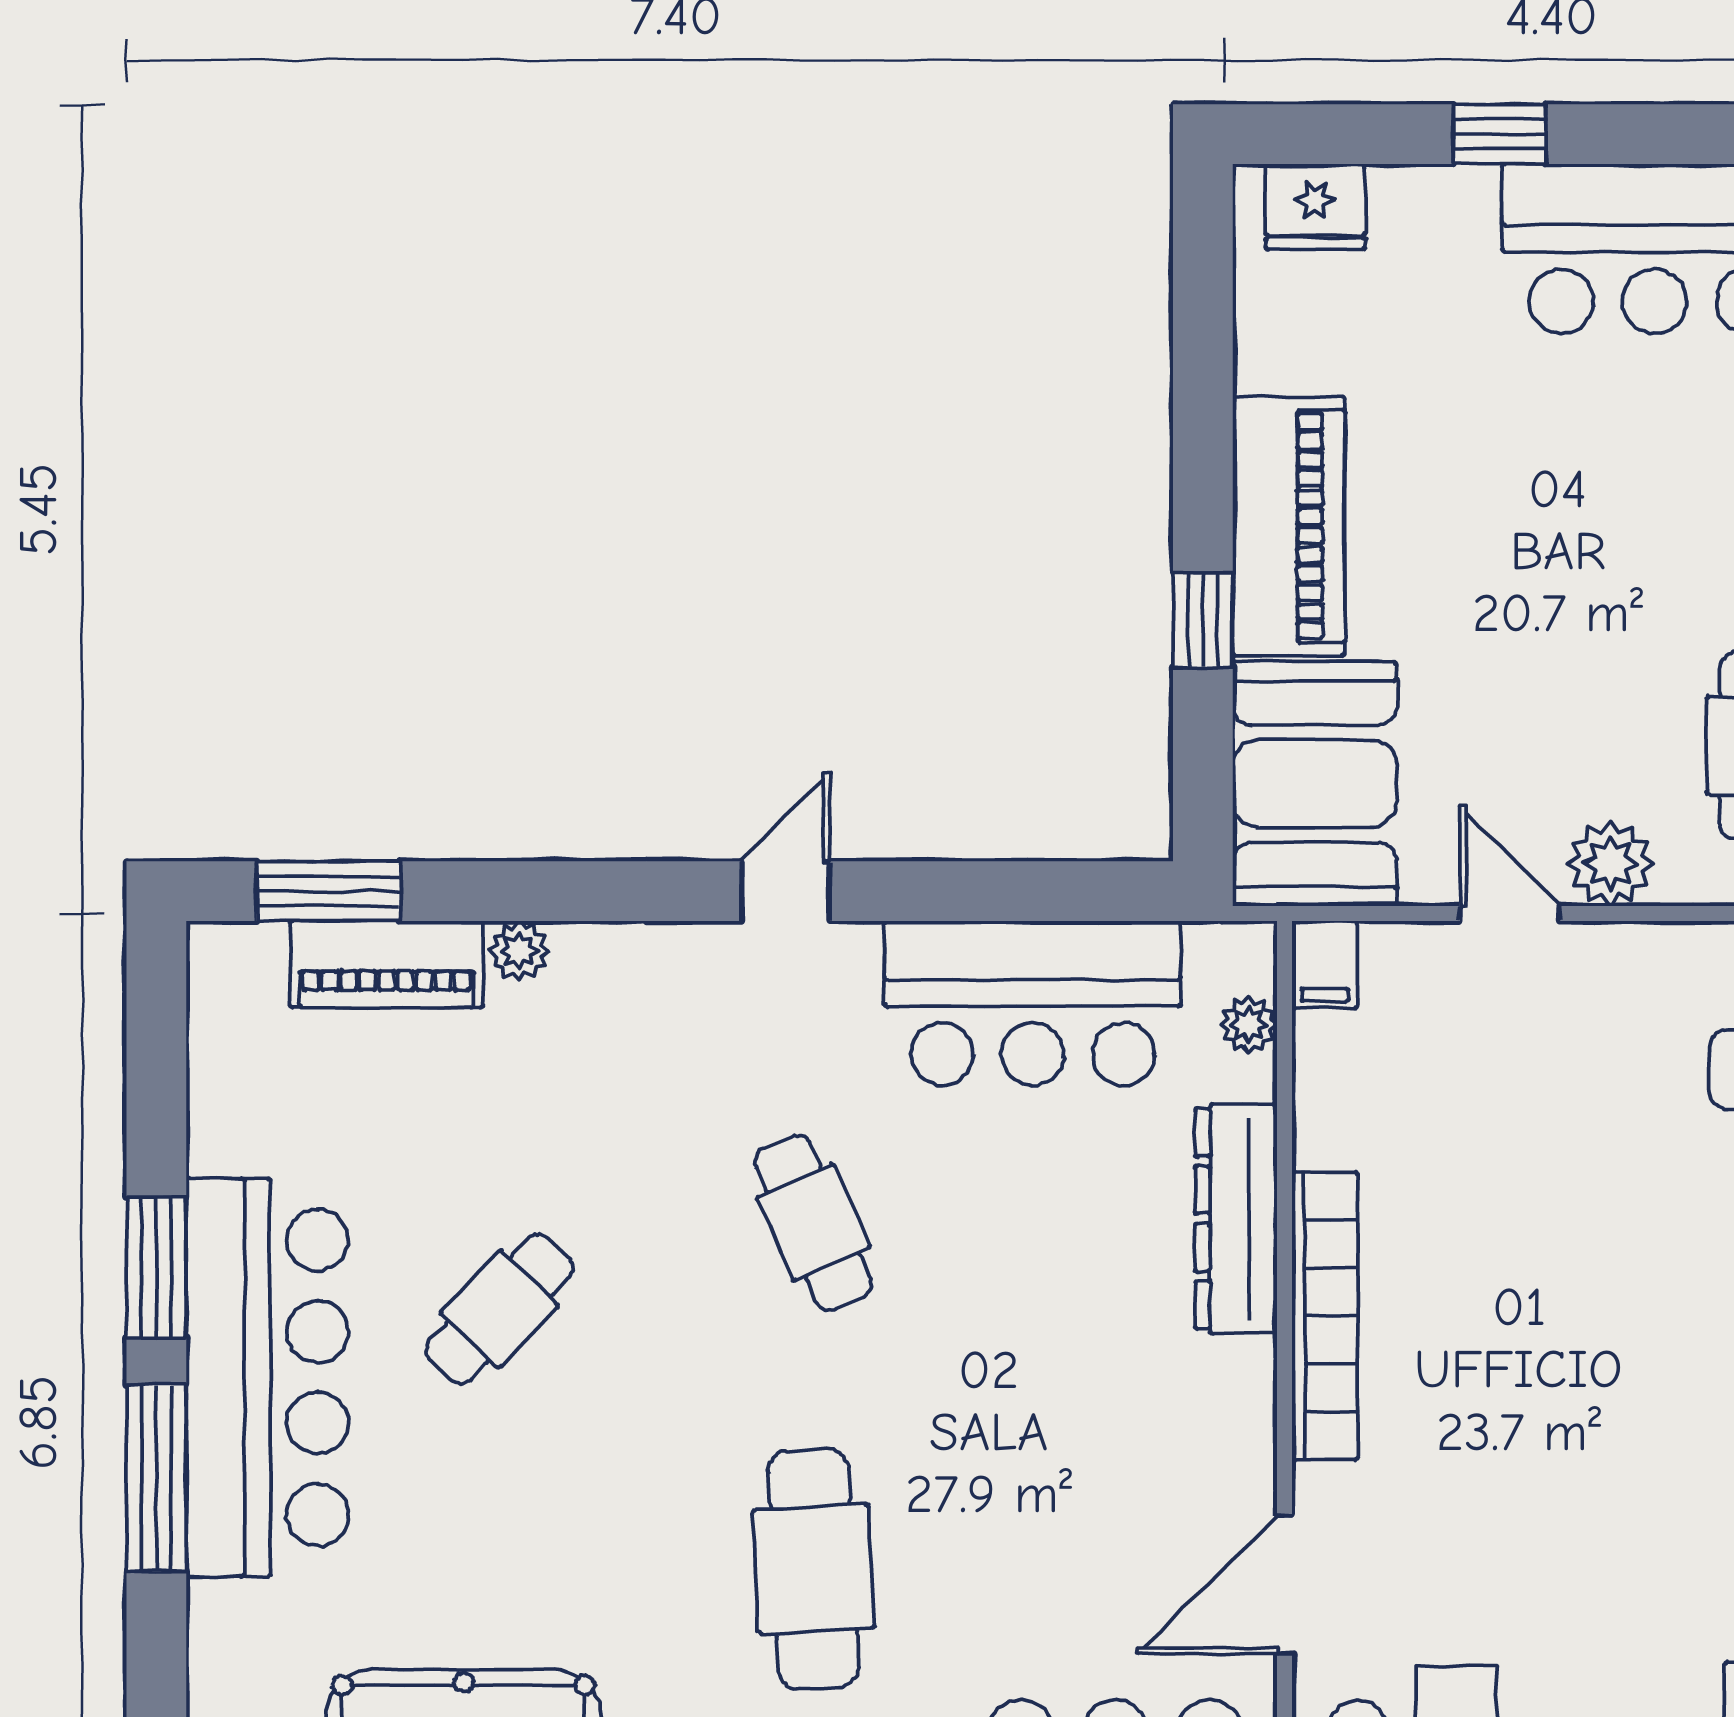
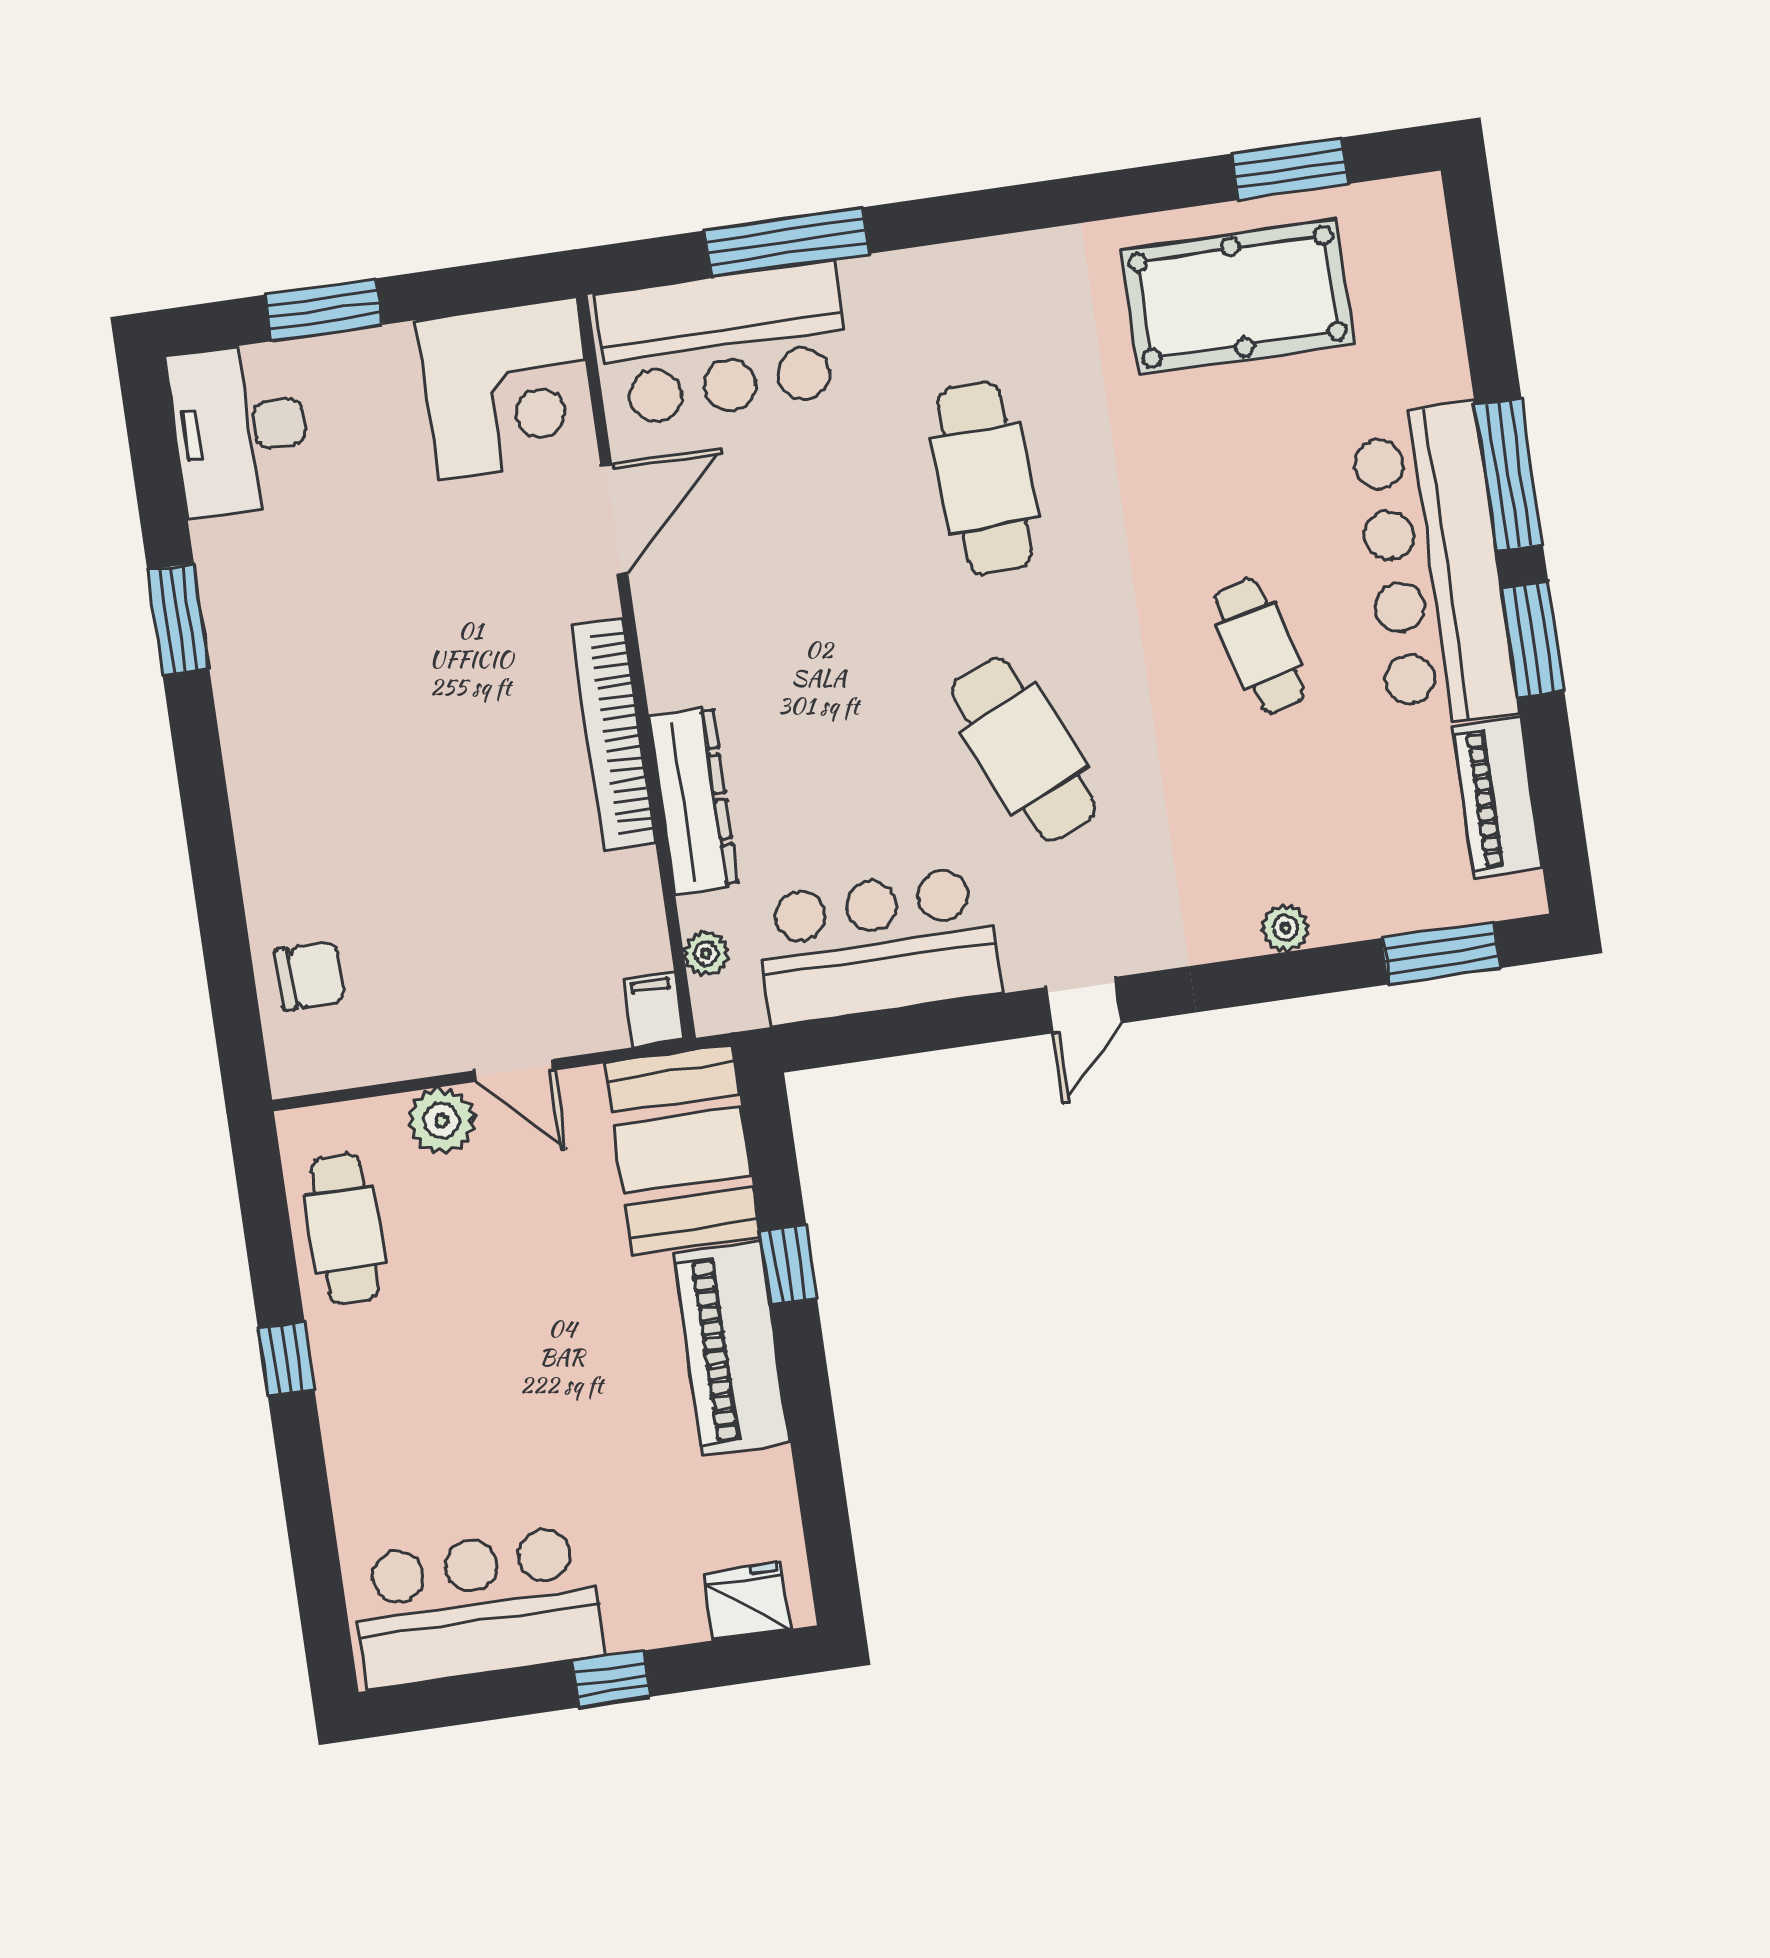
piano: (386, 964) -> (1498, 798), moved, turned -90
cafe table: (814, 1223) -> (1024, 749), width x1.37, depth x1.35
cafe table: (499, 1309) -> (1260, 646), turned -59

